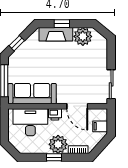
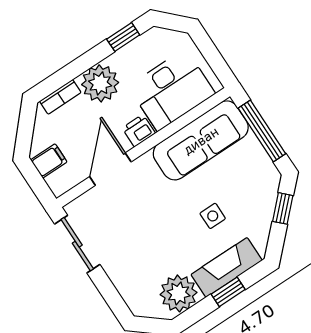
side table: (48, 59) -> (213, 216), added
door: (77, 106) -> (110, 169), hinge flipped
window: (54, 157) -> (123, 37), moved

